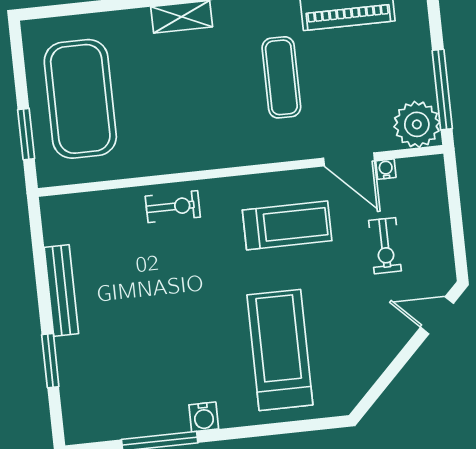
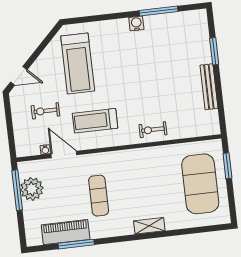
plant: (417, 124) -> (32, 189), moved
exercise bike: (385, 246) -> (45, 111), turned -90
treadmill: (280, 350) -> (78, 64), moved

